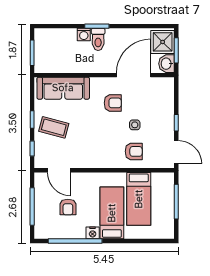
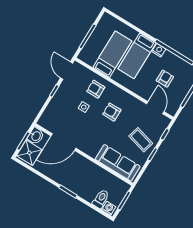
washing machine: (84, 35) -> (109, 208), moved
toilet: (98, 39) -> (101, 199), moved
armchair: (113, 103) -> (112, 112), moved

